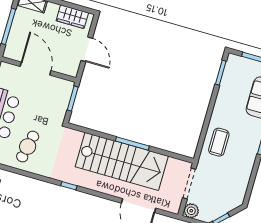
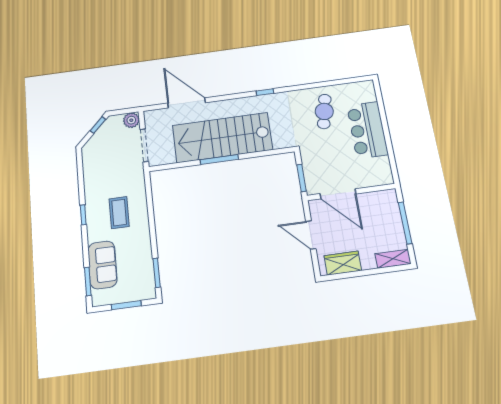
door: (36, 69) -> (338, 194), moved
coffee table: (219, 142) -> (119, 213), moved

